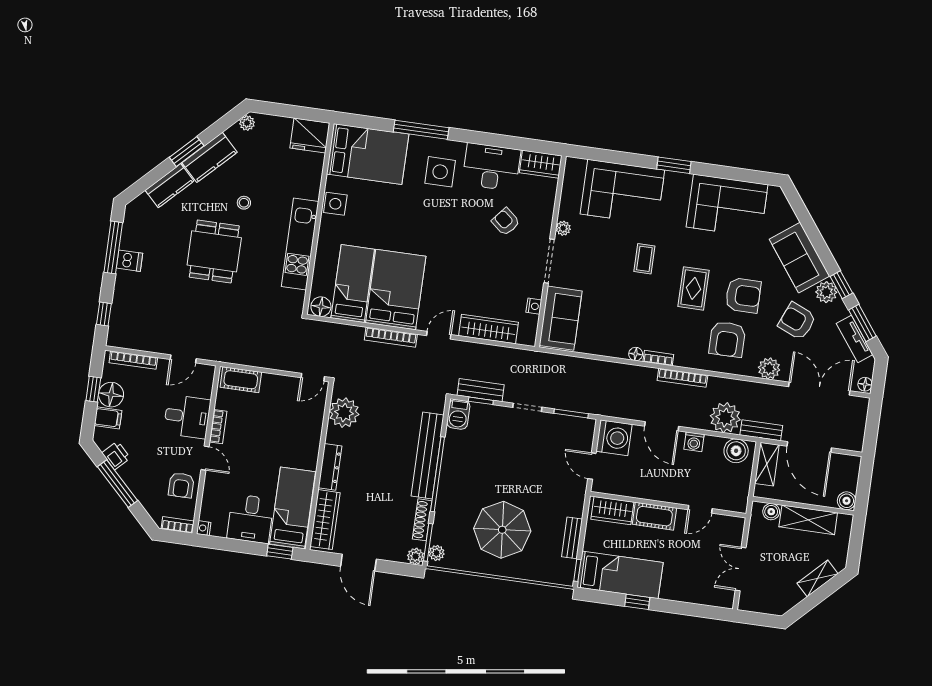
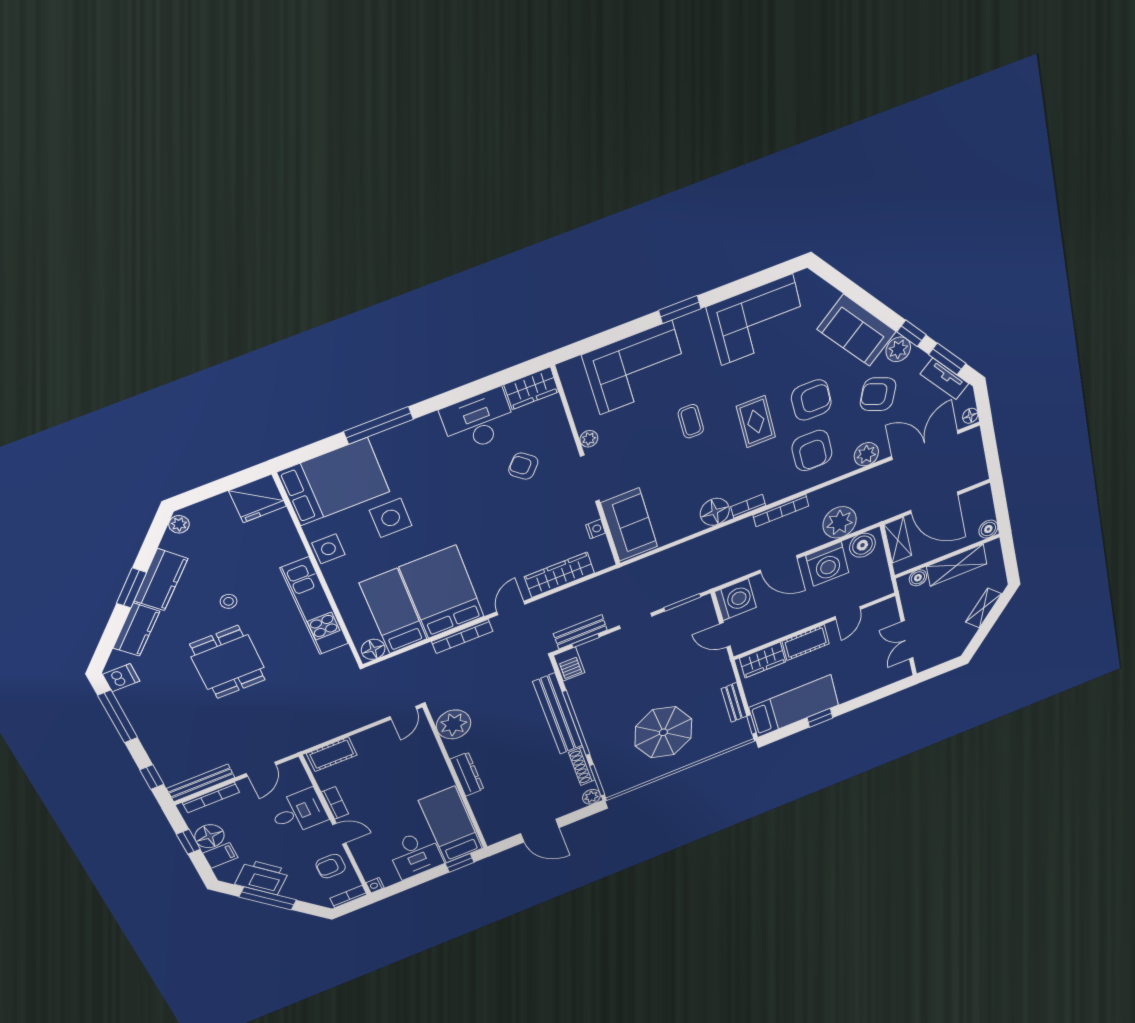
side table: (440, 172) -> (391, 518), moved
dishwasher: (129, 261) -> (121, 678), moved
floor lamp: (636, 354) -> (715, 512), width x1.89, depth x1.89
bench: (761, 430) -> (201, 783), moved, width x1.36
washing machine: (694, 442) -> (827, 564), width x1.89, depth x1.89
printer: (116, 455) -> (262, 877), width x1.87, depth x1.48
armchair: (181, 485) -> (331, 866), turned 90
wardrobe: (325, 520) -> (488, 816), removed
plant: (436, 553) -> (610, 784), removed

